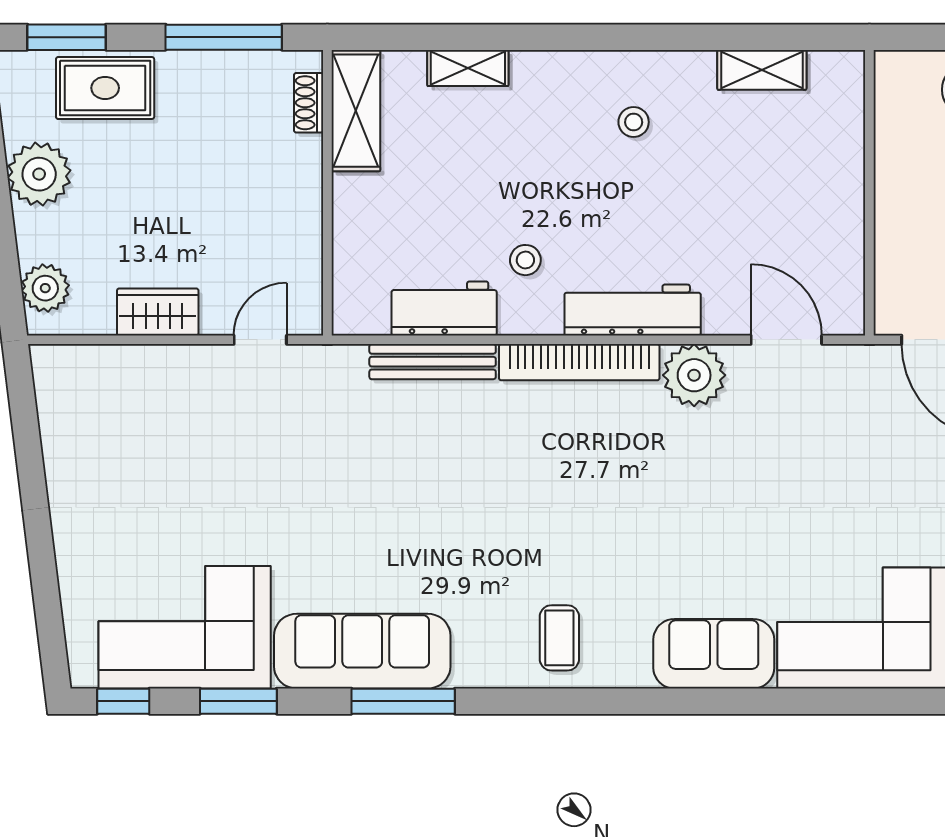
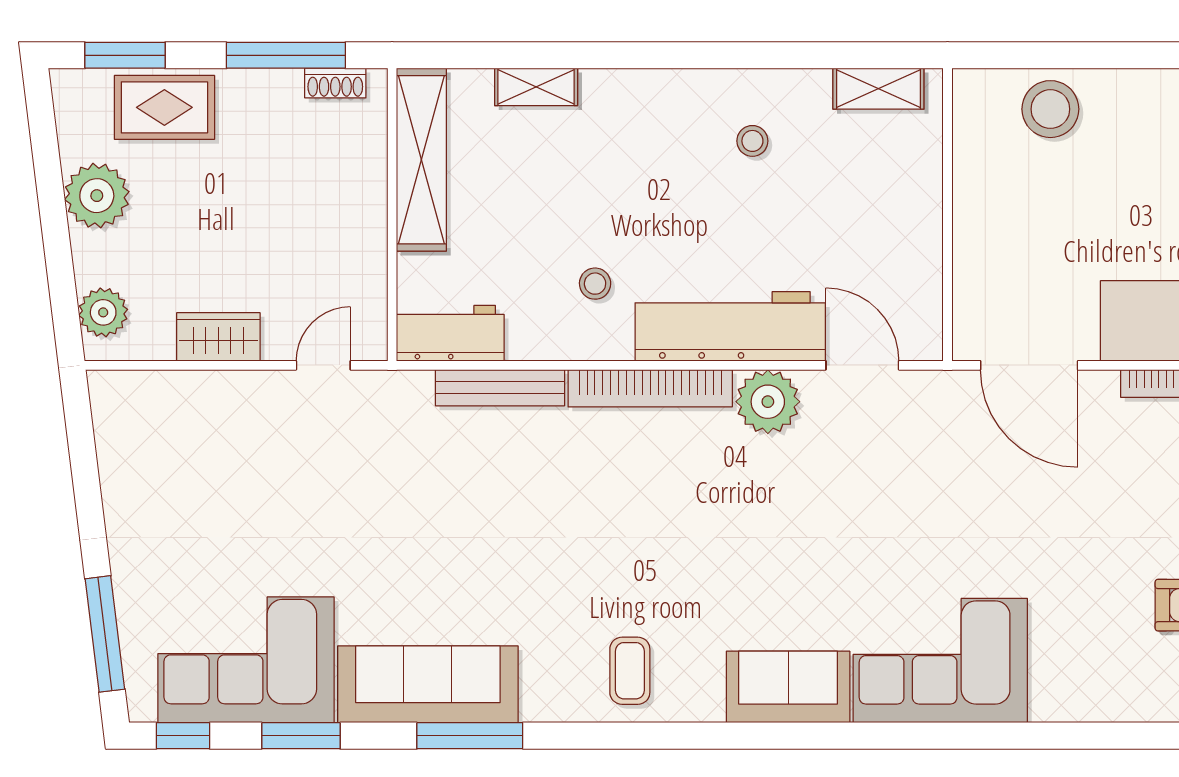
shelving: (762, 70) -> (878, 89), moved
shoe rack: (309, 103) -> (335, 83), moved, turned -90
shelving: (356, 111) -> (421, 160), width x1.47
stool: (634, 122) -> (752, 141), moved
workbench: (444, 308) -> (450, 333), moved
workbench: (633, 310) -> (730, 326), width x1.36, depth x1.32
window: (47, 602) -> (105, 634), added

